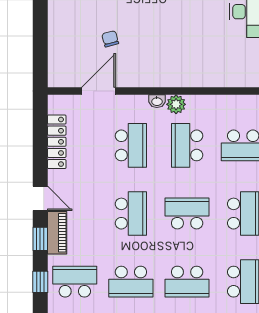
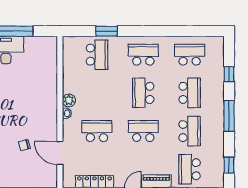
school desk: (187, 145) -> (97, 93), removed

